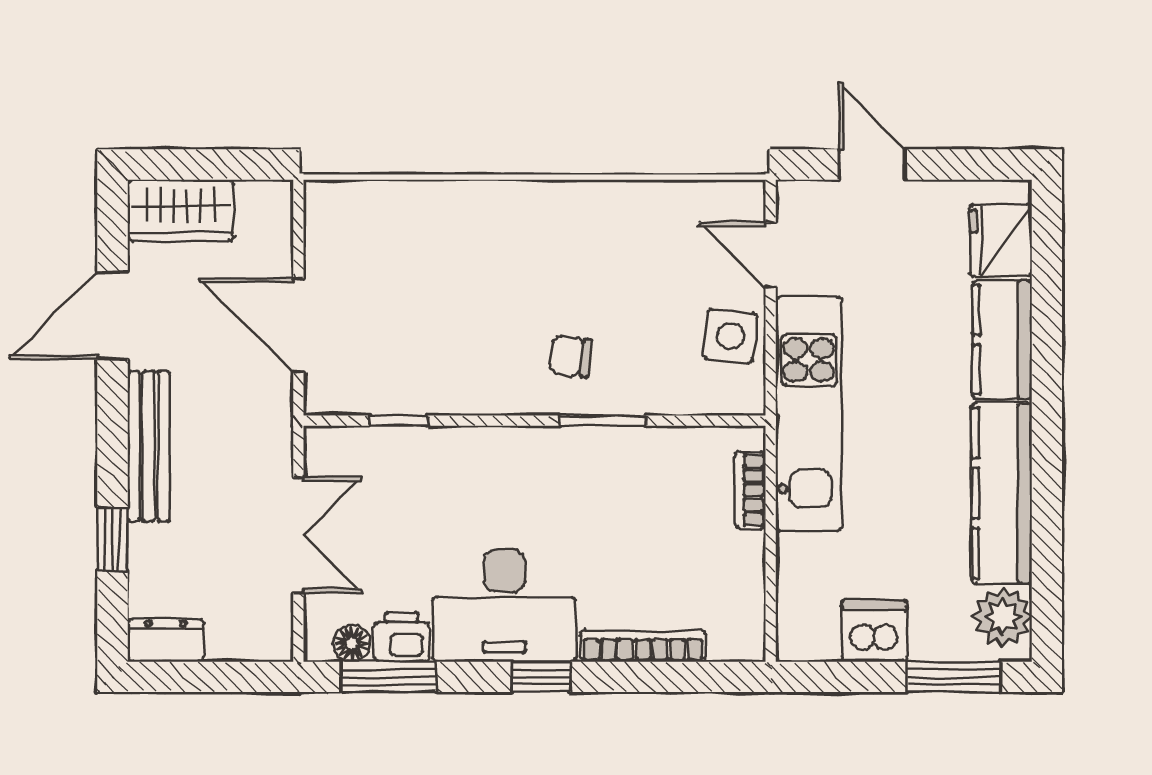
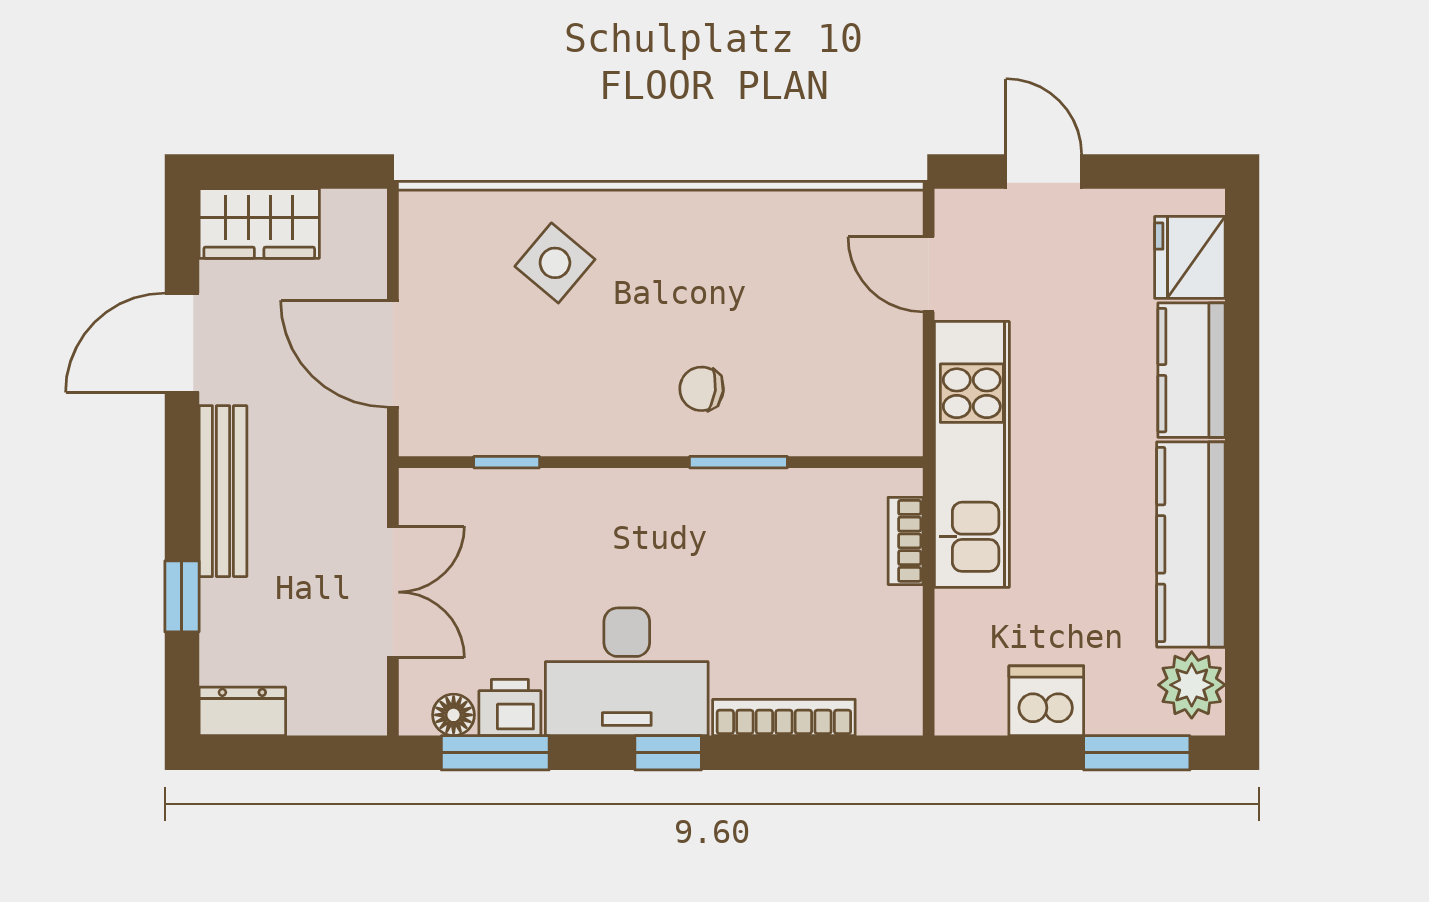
side table: (731, 336) -> (555, 263), moved, turned 34

